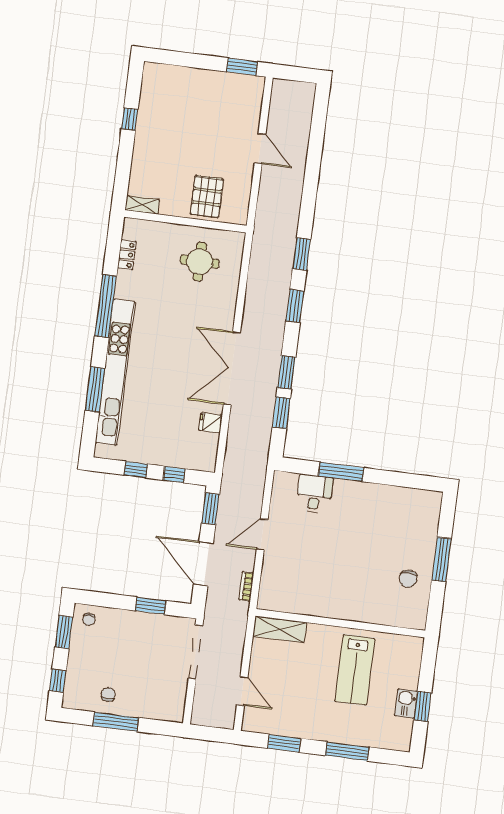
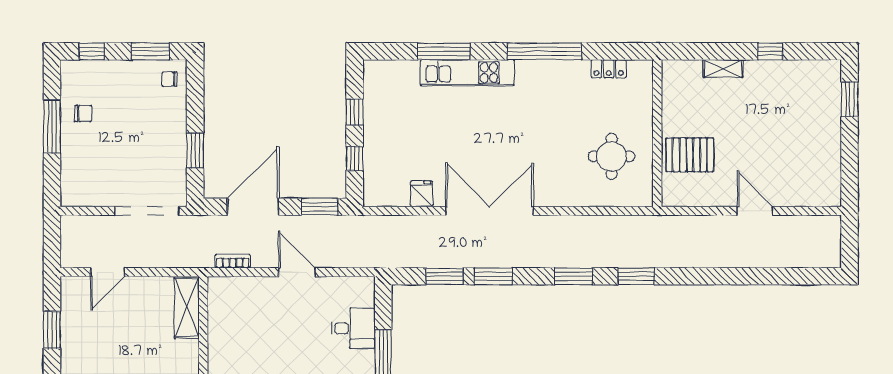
window: (242, 67) -> (850, 99), moved
door: (260, 149) -> (755, 211), swing flipped
shelving: (142, 205) -> (723, 68), moved, turned 90
kitchen unit: (115, 372) -> (467, 73), width x0.54

